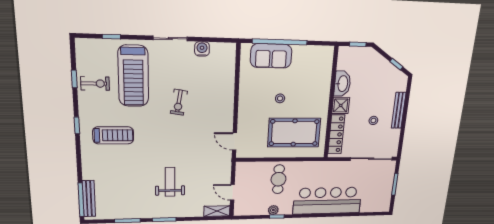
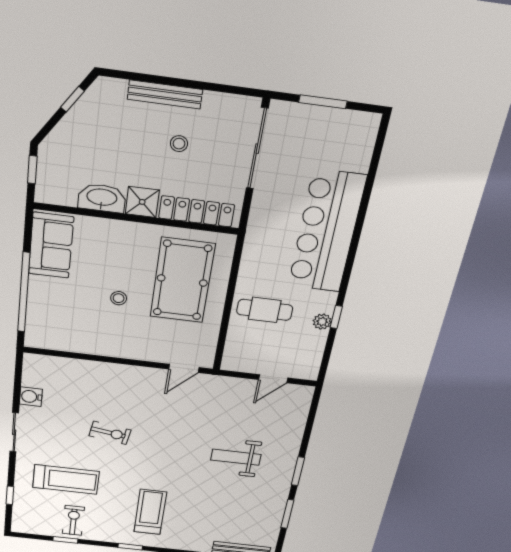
sofa: (271, 56) -> (51, 245), moved
treadmill: (133, 76) -> (66, 480), width x0.73, depth x0.73
shelving: (217, 211) -> (302, 403), removed

